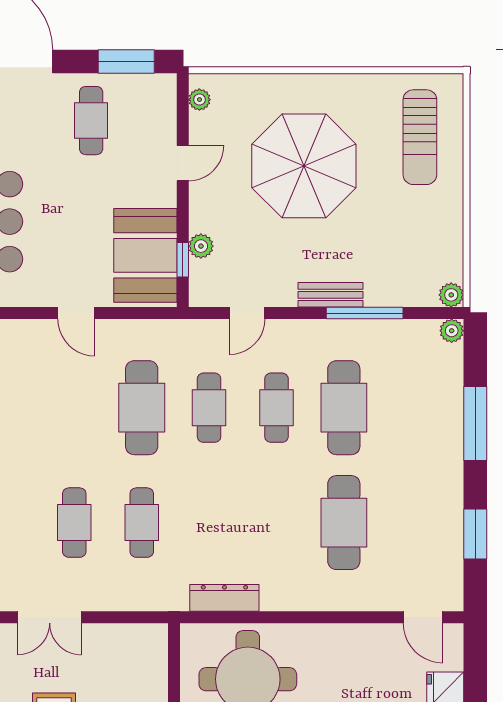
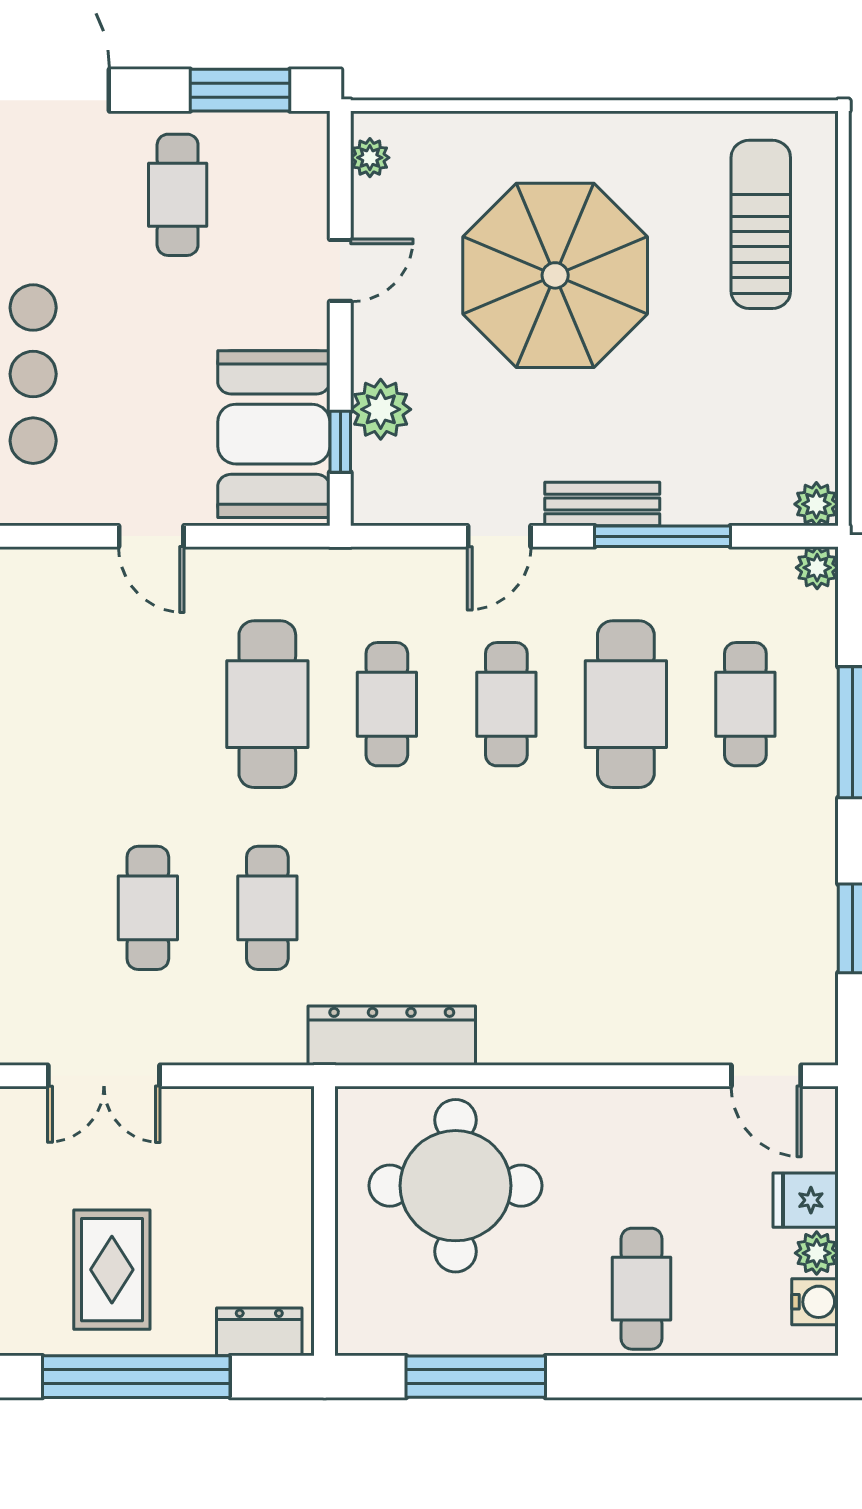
sun lounger: (420, 137) -> (761, 224), turned 180
plant: (201, 246) -> (381, 409), width x1.38, depth x1.38
door: (247, 313) -> (499, 536), moved
cafe table: (344, 523) -> (745, 704), moved, width x0.73, depth x0.74
dresser: (224, 598) -> (392, 1036), width x1.37, depth x1.24

